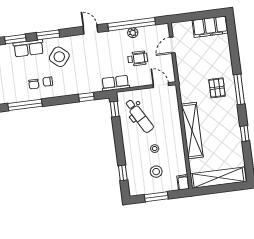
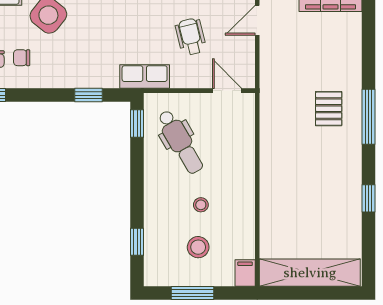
wheelchair: (138, 59) -> (191, 37), turned -104
shelving: (192, 131) -> (273, 181), removed

